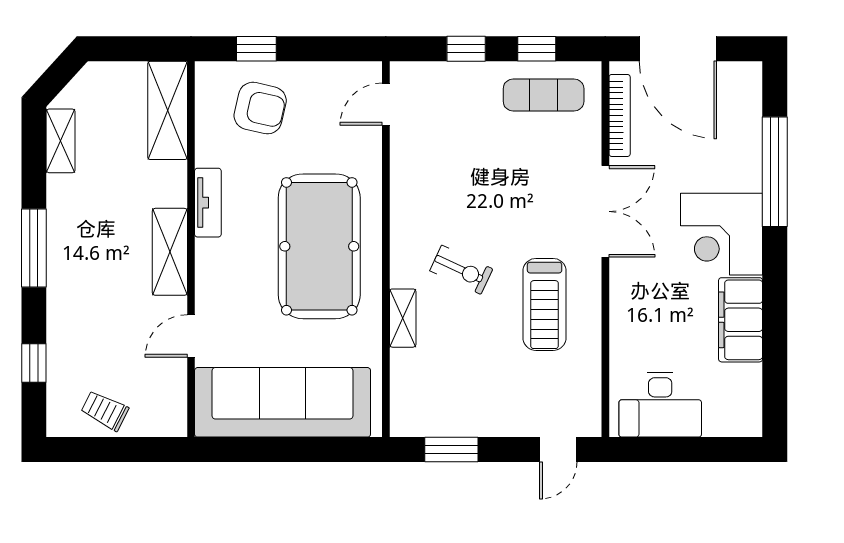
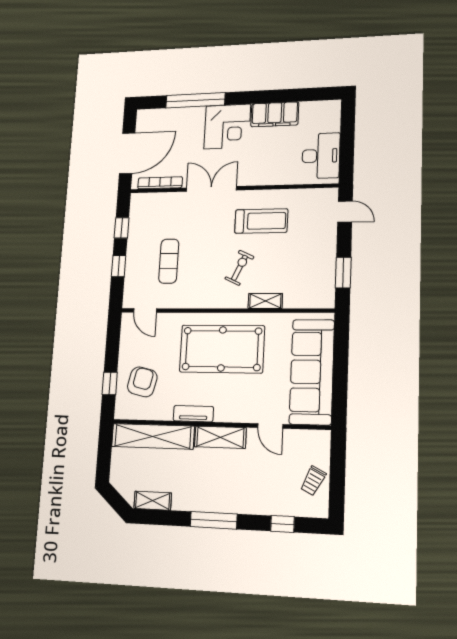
exercise mat: (544, 95) -> (169, 261), moved
shelving: (168, 110) -> (153, 436), width x1.47

